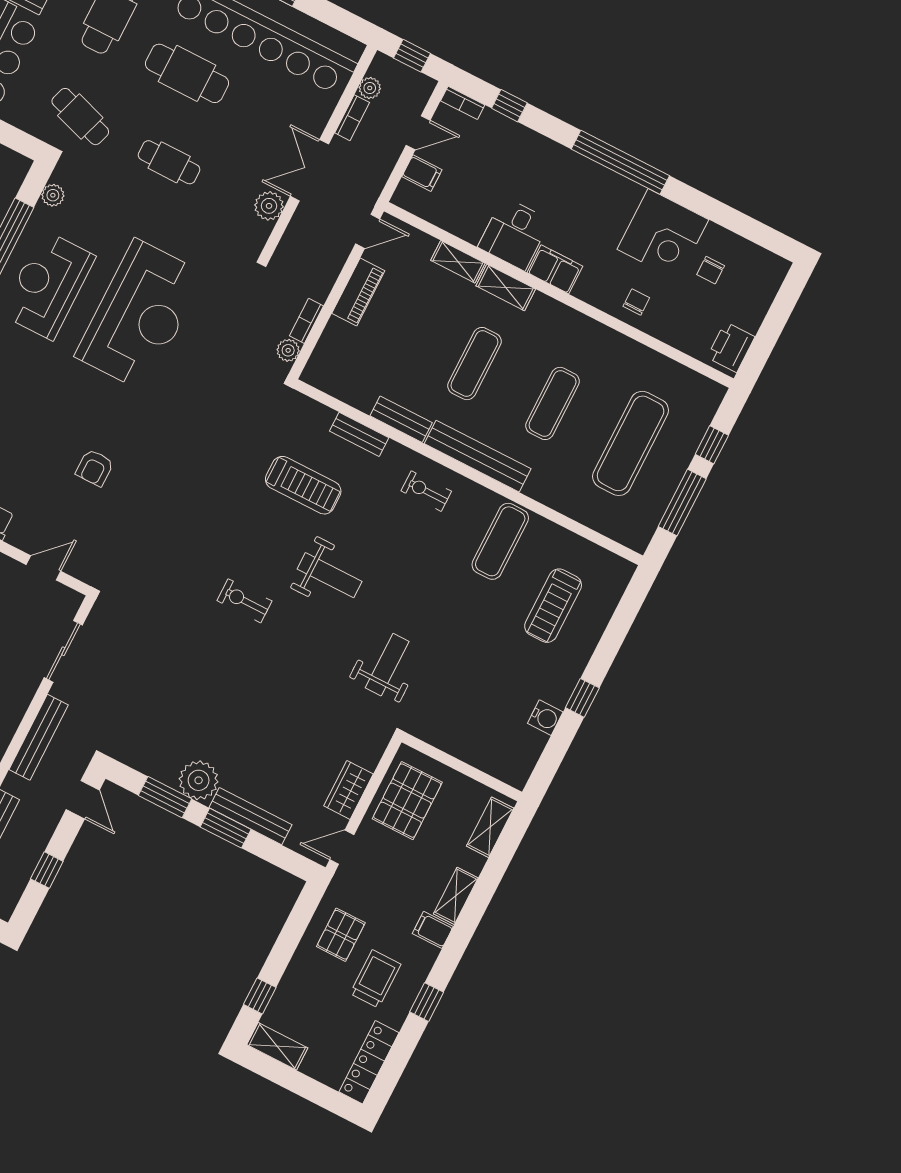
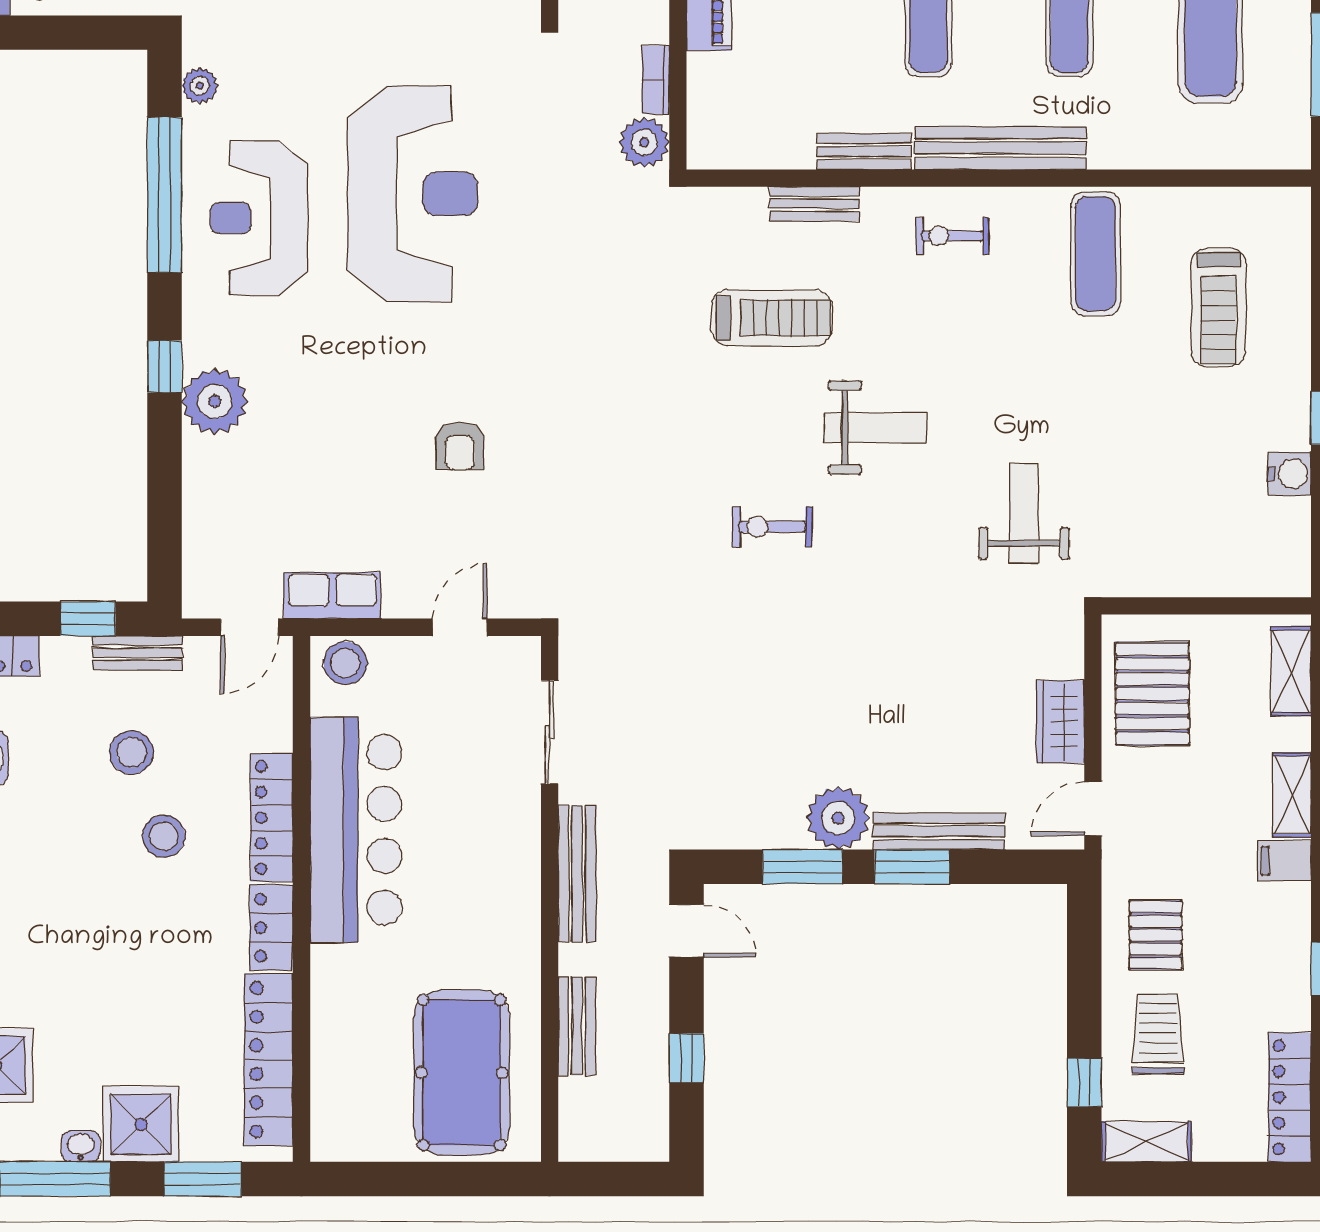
plant: (288, 350) -> (644, 142), width x1.38, depth x1.38
trolley: (375, 979) -> (1158, 1034), moved

